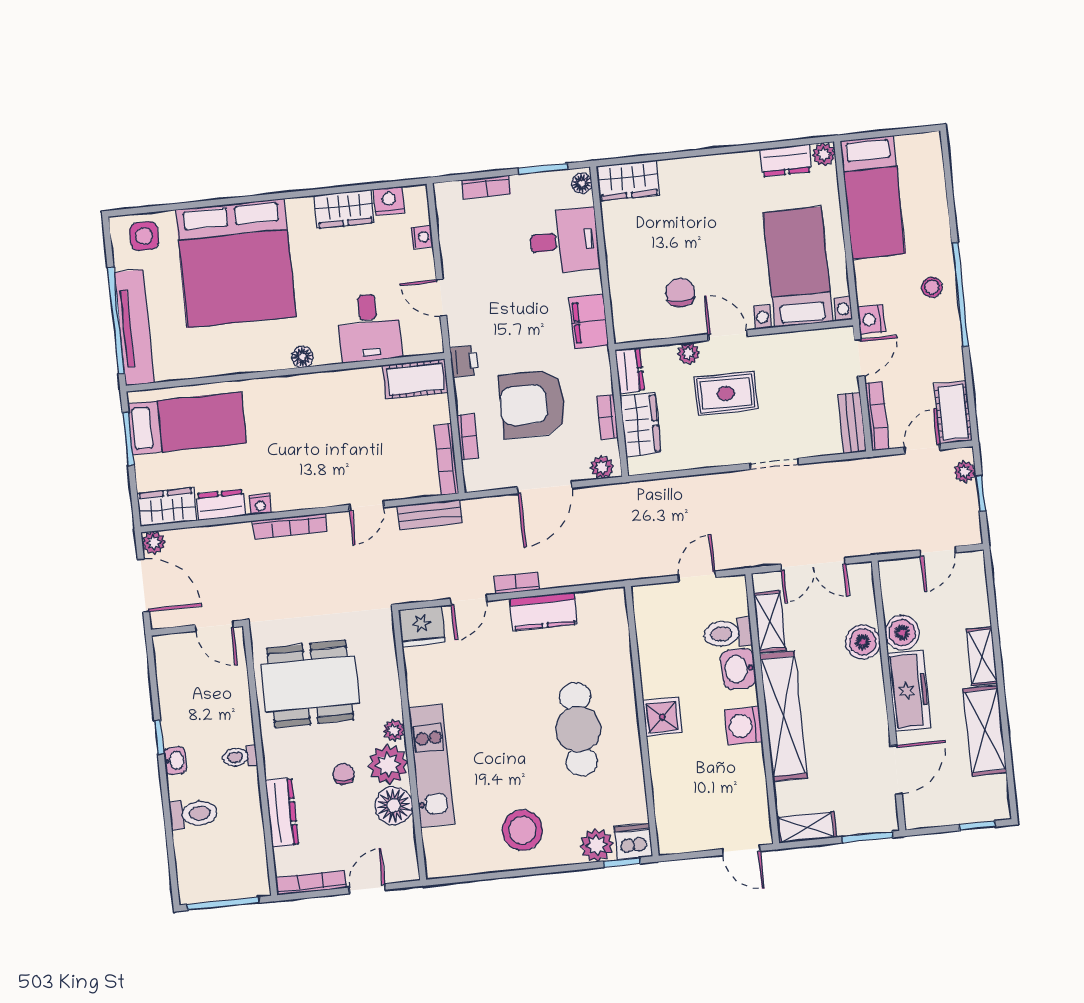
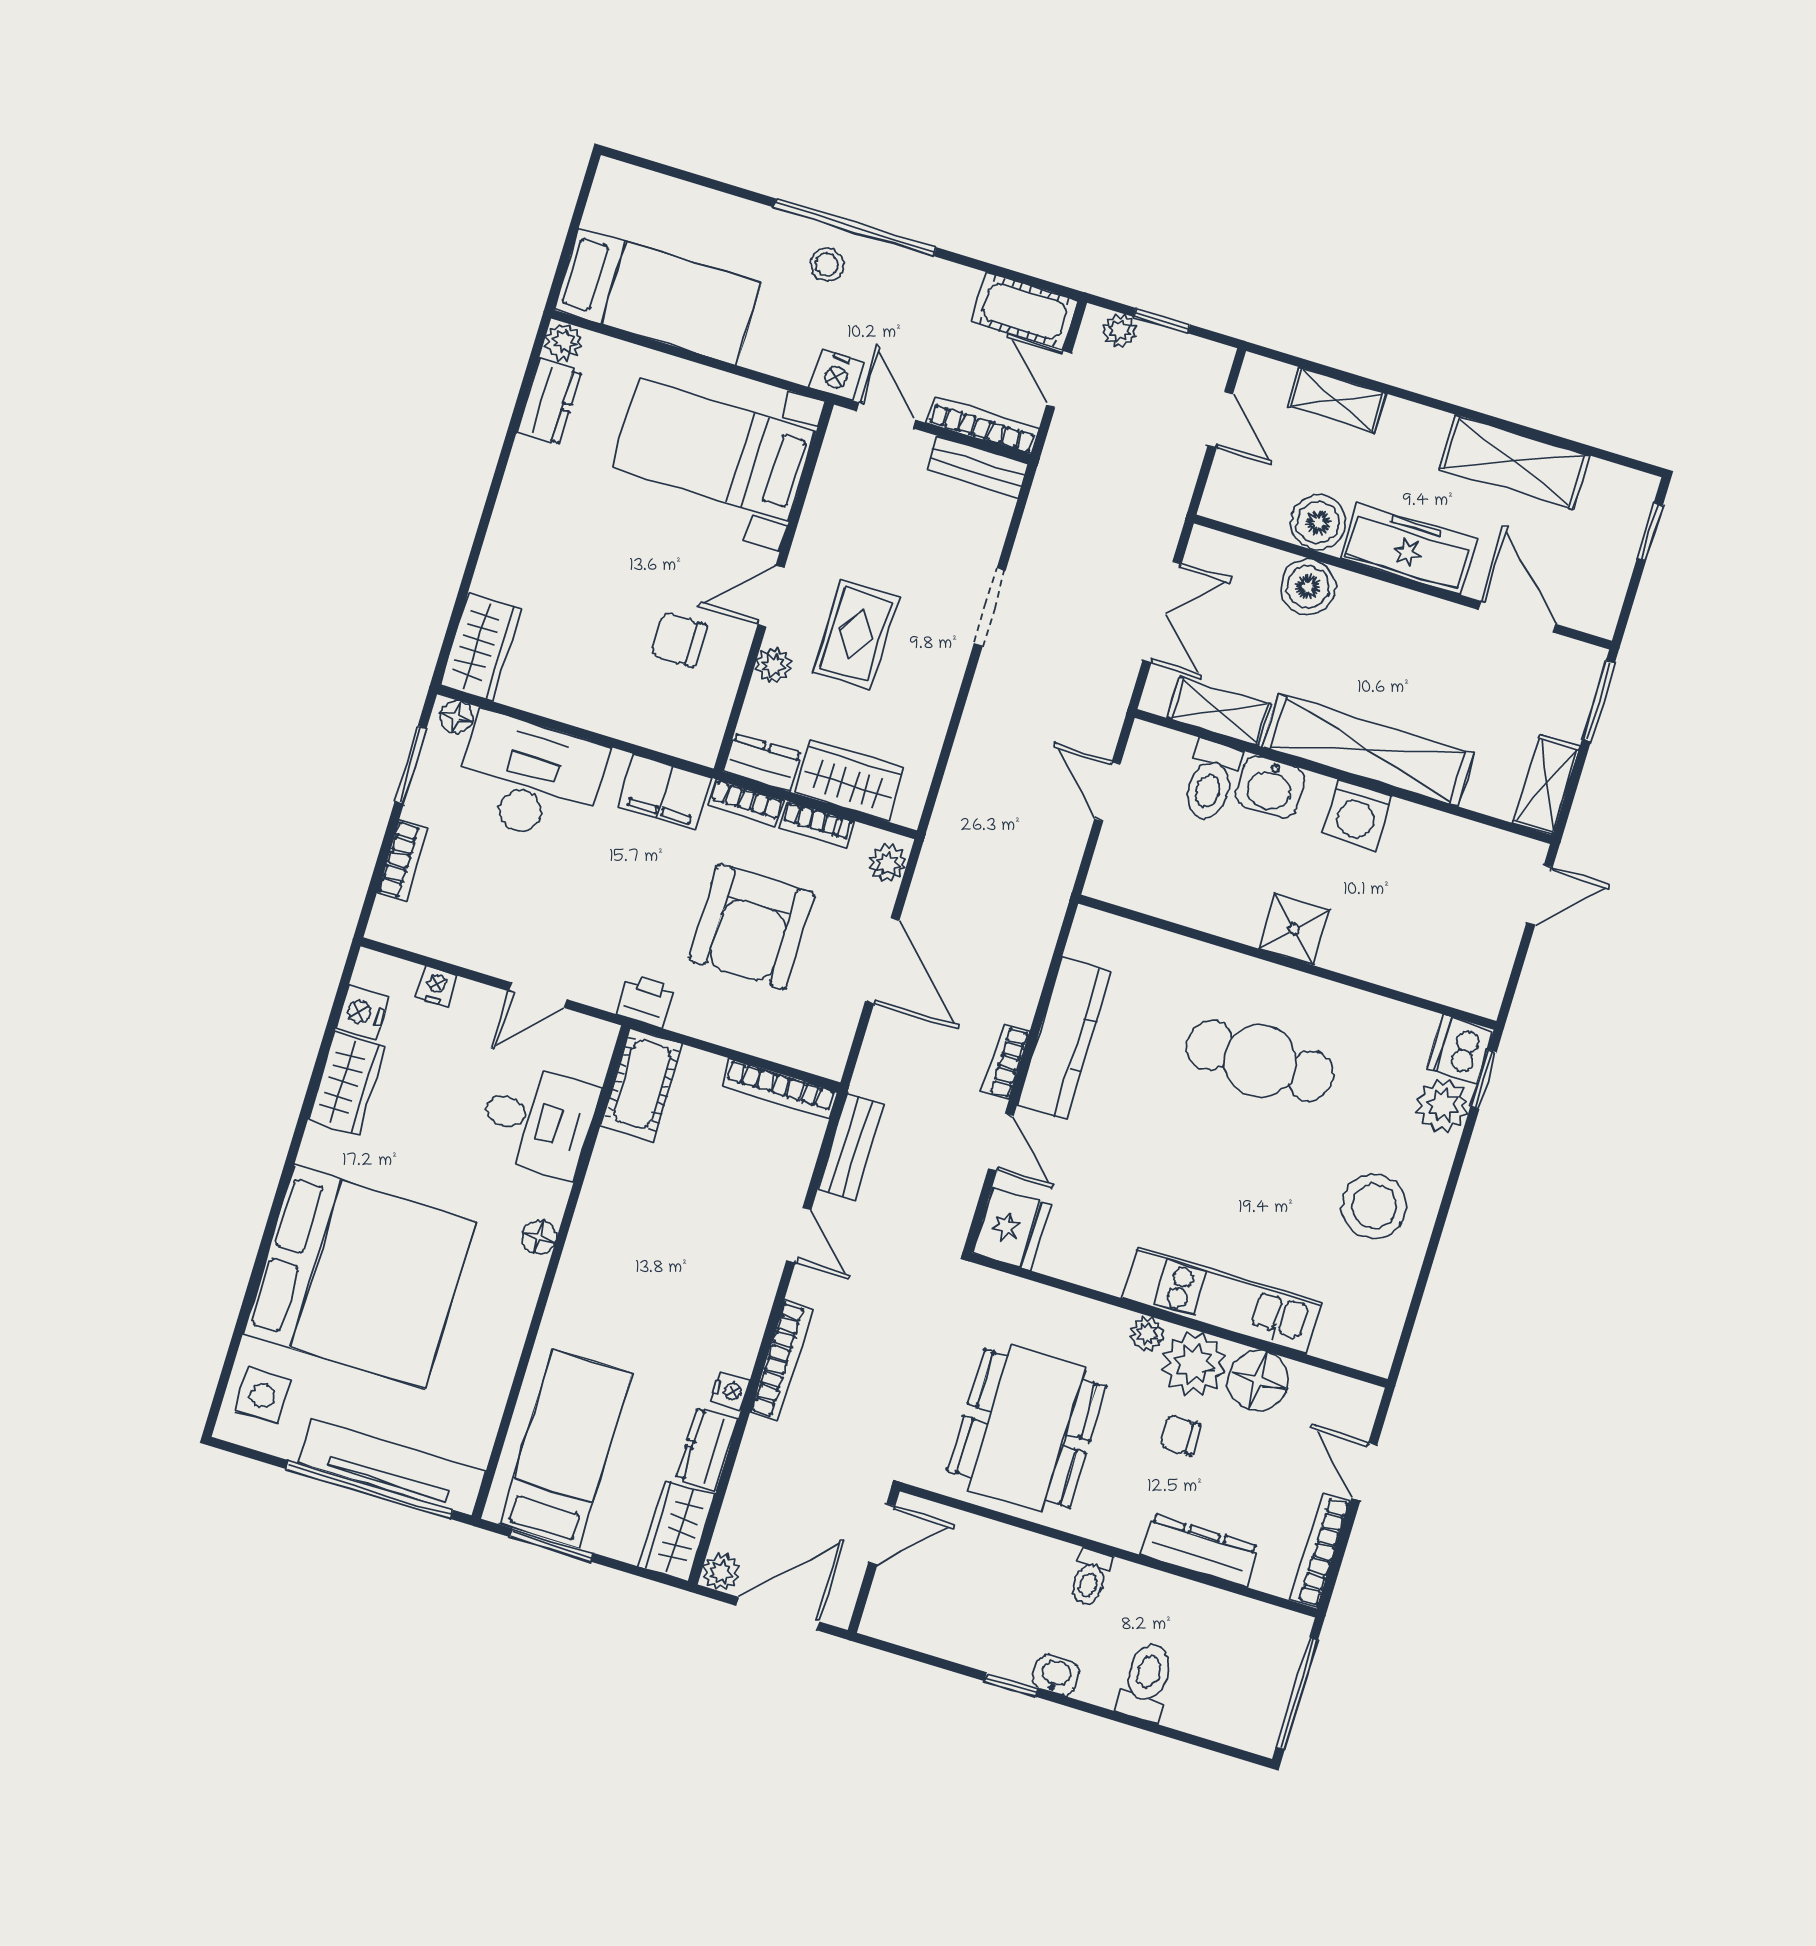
desk: (564, 241) -> (530, 779), width x1.37
bookcase: (468, 437) -> (746, 803), moved, turned 180
kitchen counter: (544, 611) -> (1064, 1039), width x1.50
shelving: (982, 656) -> (1337, 400), moved

